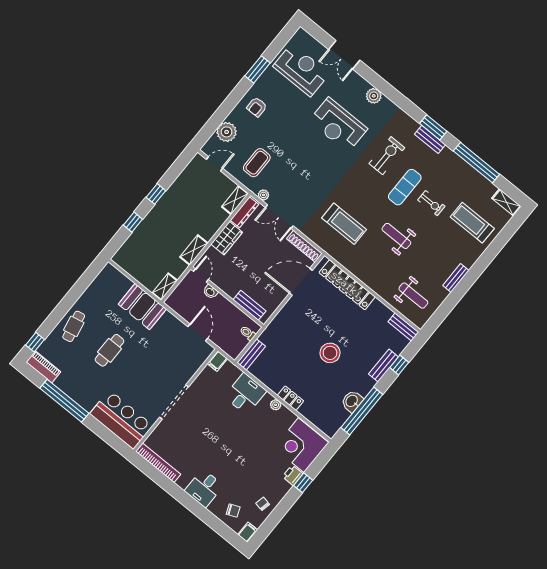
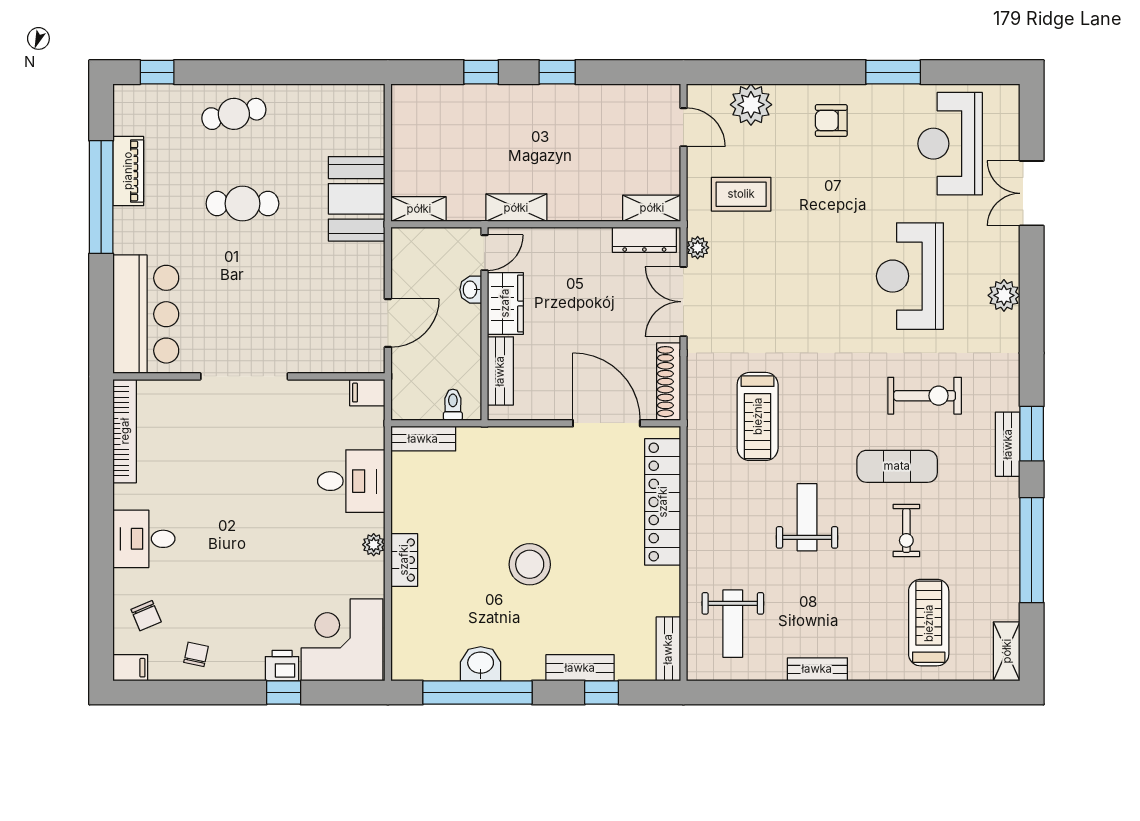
reception desk: (301, 70) -> (950, 144), turned 180
wardrobe: (227, 238) -> (505, 303), moved, turned -90
piano: (43, 367) -> (128, 171), moved

